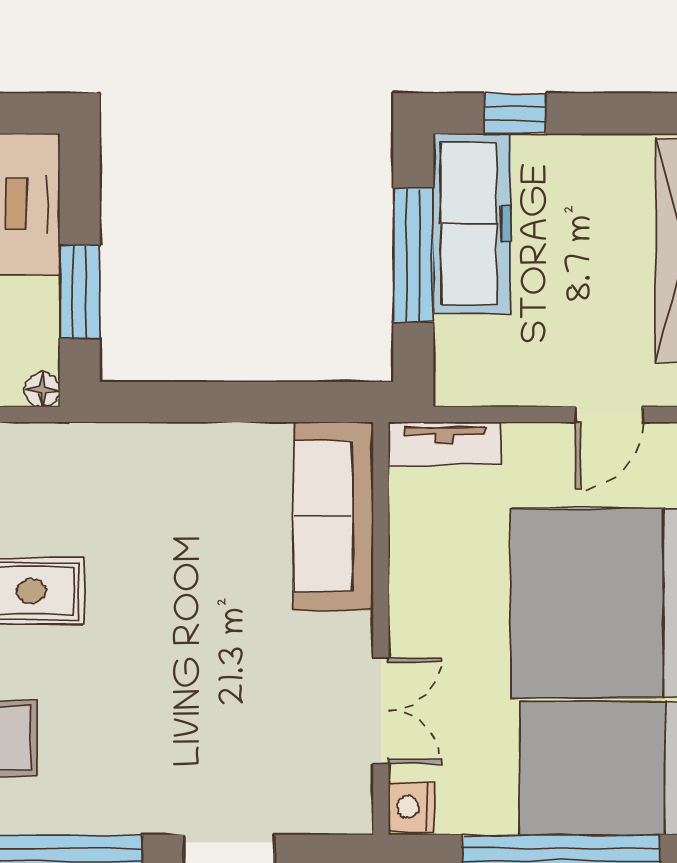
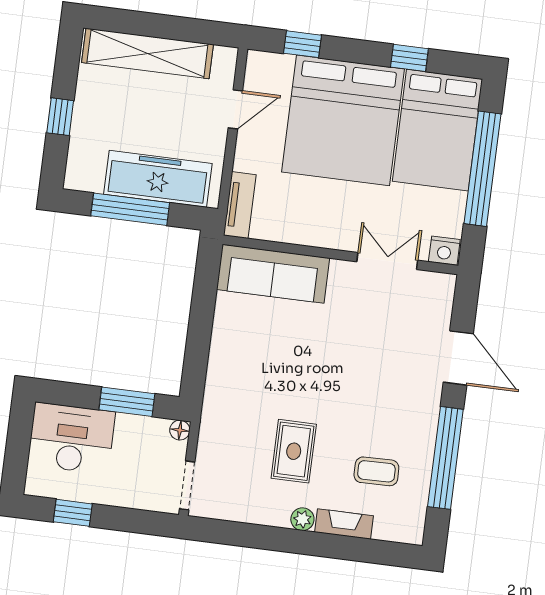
window: (515, 113) -> (60, 117), moved
freezer: (472, 224) -> (158, 179), moved
door: (609, 414) -> (235, 109), hinge flipped

